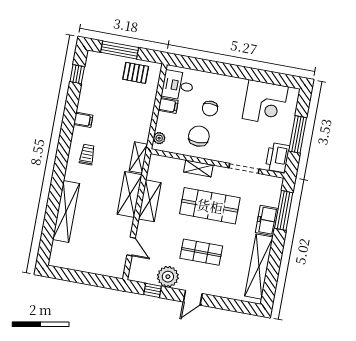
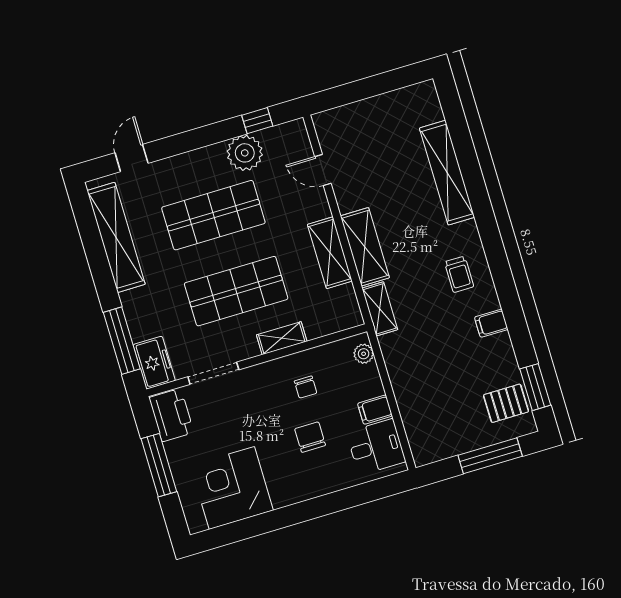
pallet: (136, 73) -> (506, 403), moved
window: (77, 74) -> (535, 387), width x1.50
chair: (199, 136) -> (306, 387), width x0.54, depth x0.54
freezer: (267, 220) -> (154, 363), moved
shop shelf: (201, 252) -> (213, 215), width x1.43, depth x1.36
door: (193, 298) -> (132, 158), moved

